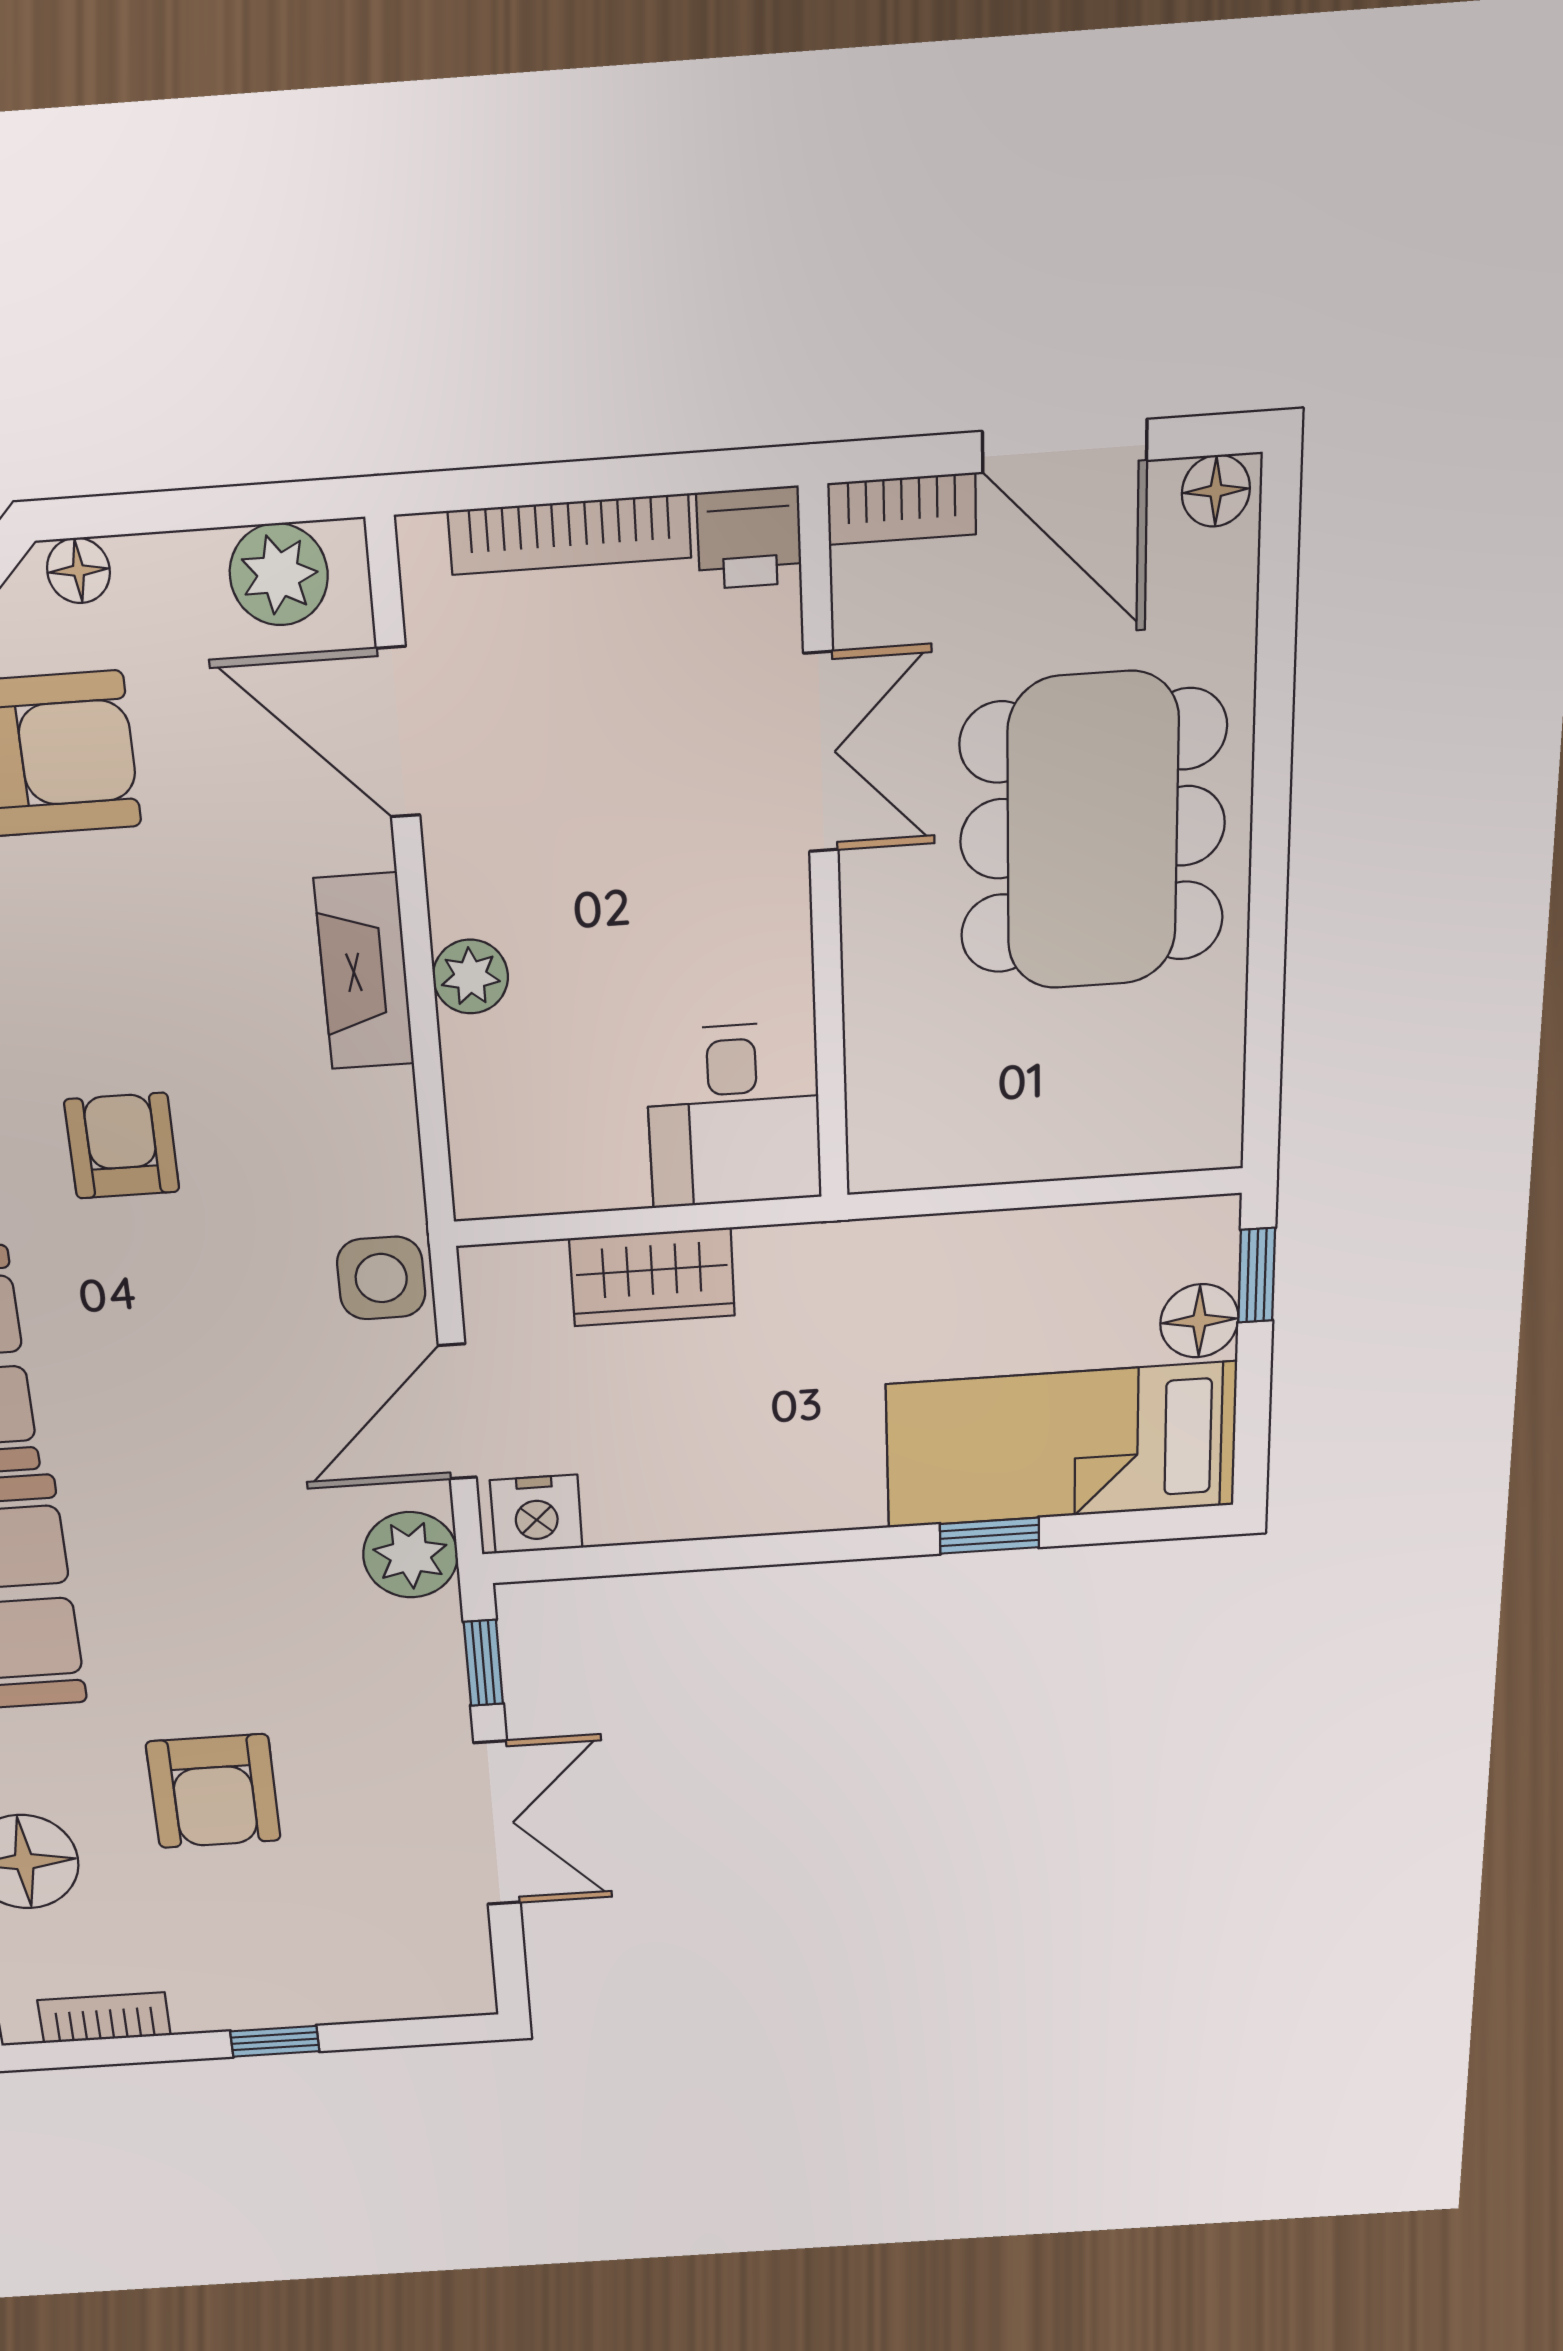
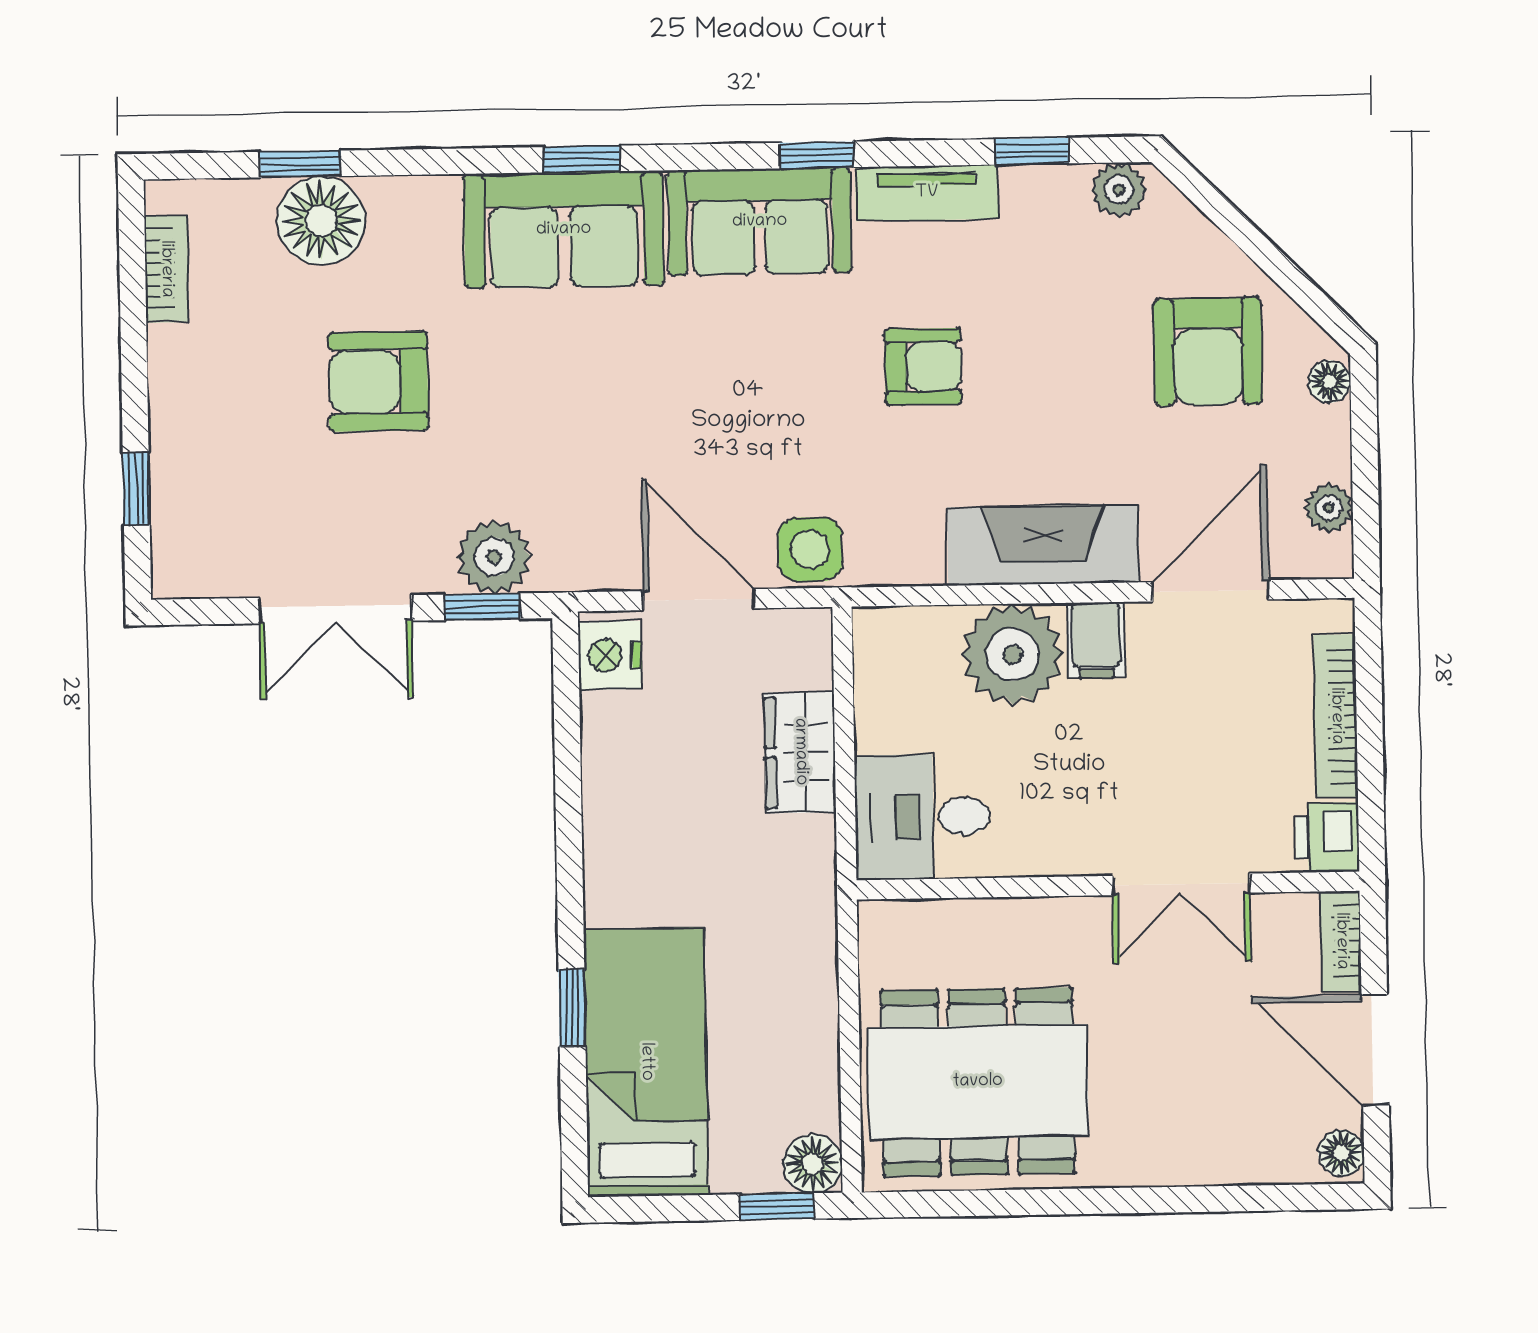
door: (1065, 446) -> (1375, 1050), hinge flipped
plant: (279, 574) -> (1329, 508), width x0.73, depth x0.73
dining table: (1092, 832) -> (978, 1082), moved
filing cabinet: (479, 892) -> (1096, 640), added
fireplace: (364, 972) -> (1043, 545), width x1.37, depth x1.32
plant: (470, 977) -> (1013, 654), width x1.87, depth x1.87
floor lamp: (1199, 1321) -> (813, 1164), moved
plant: (410, 1555) -> (494, 557), moved
window: (275, 2041) -> (136, 489), moved

